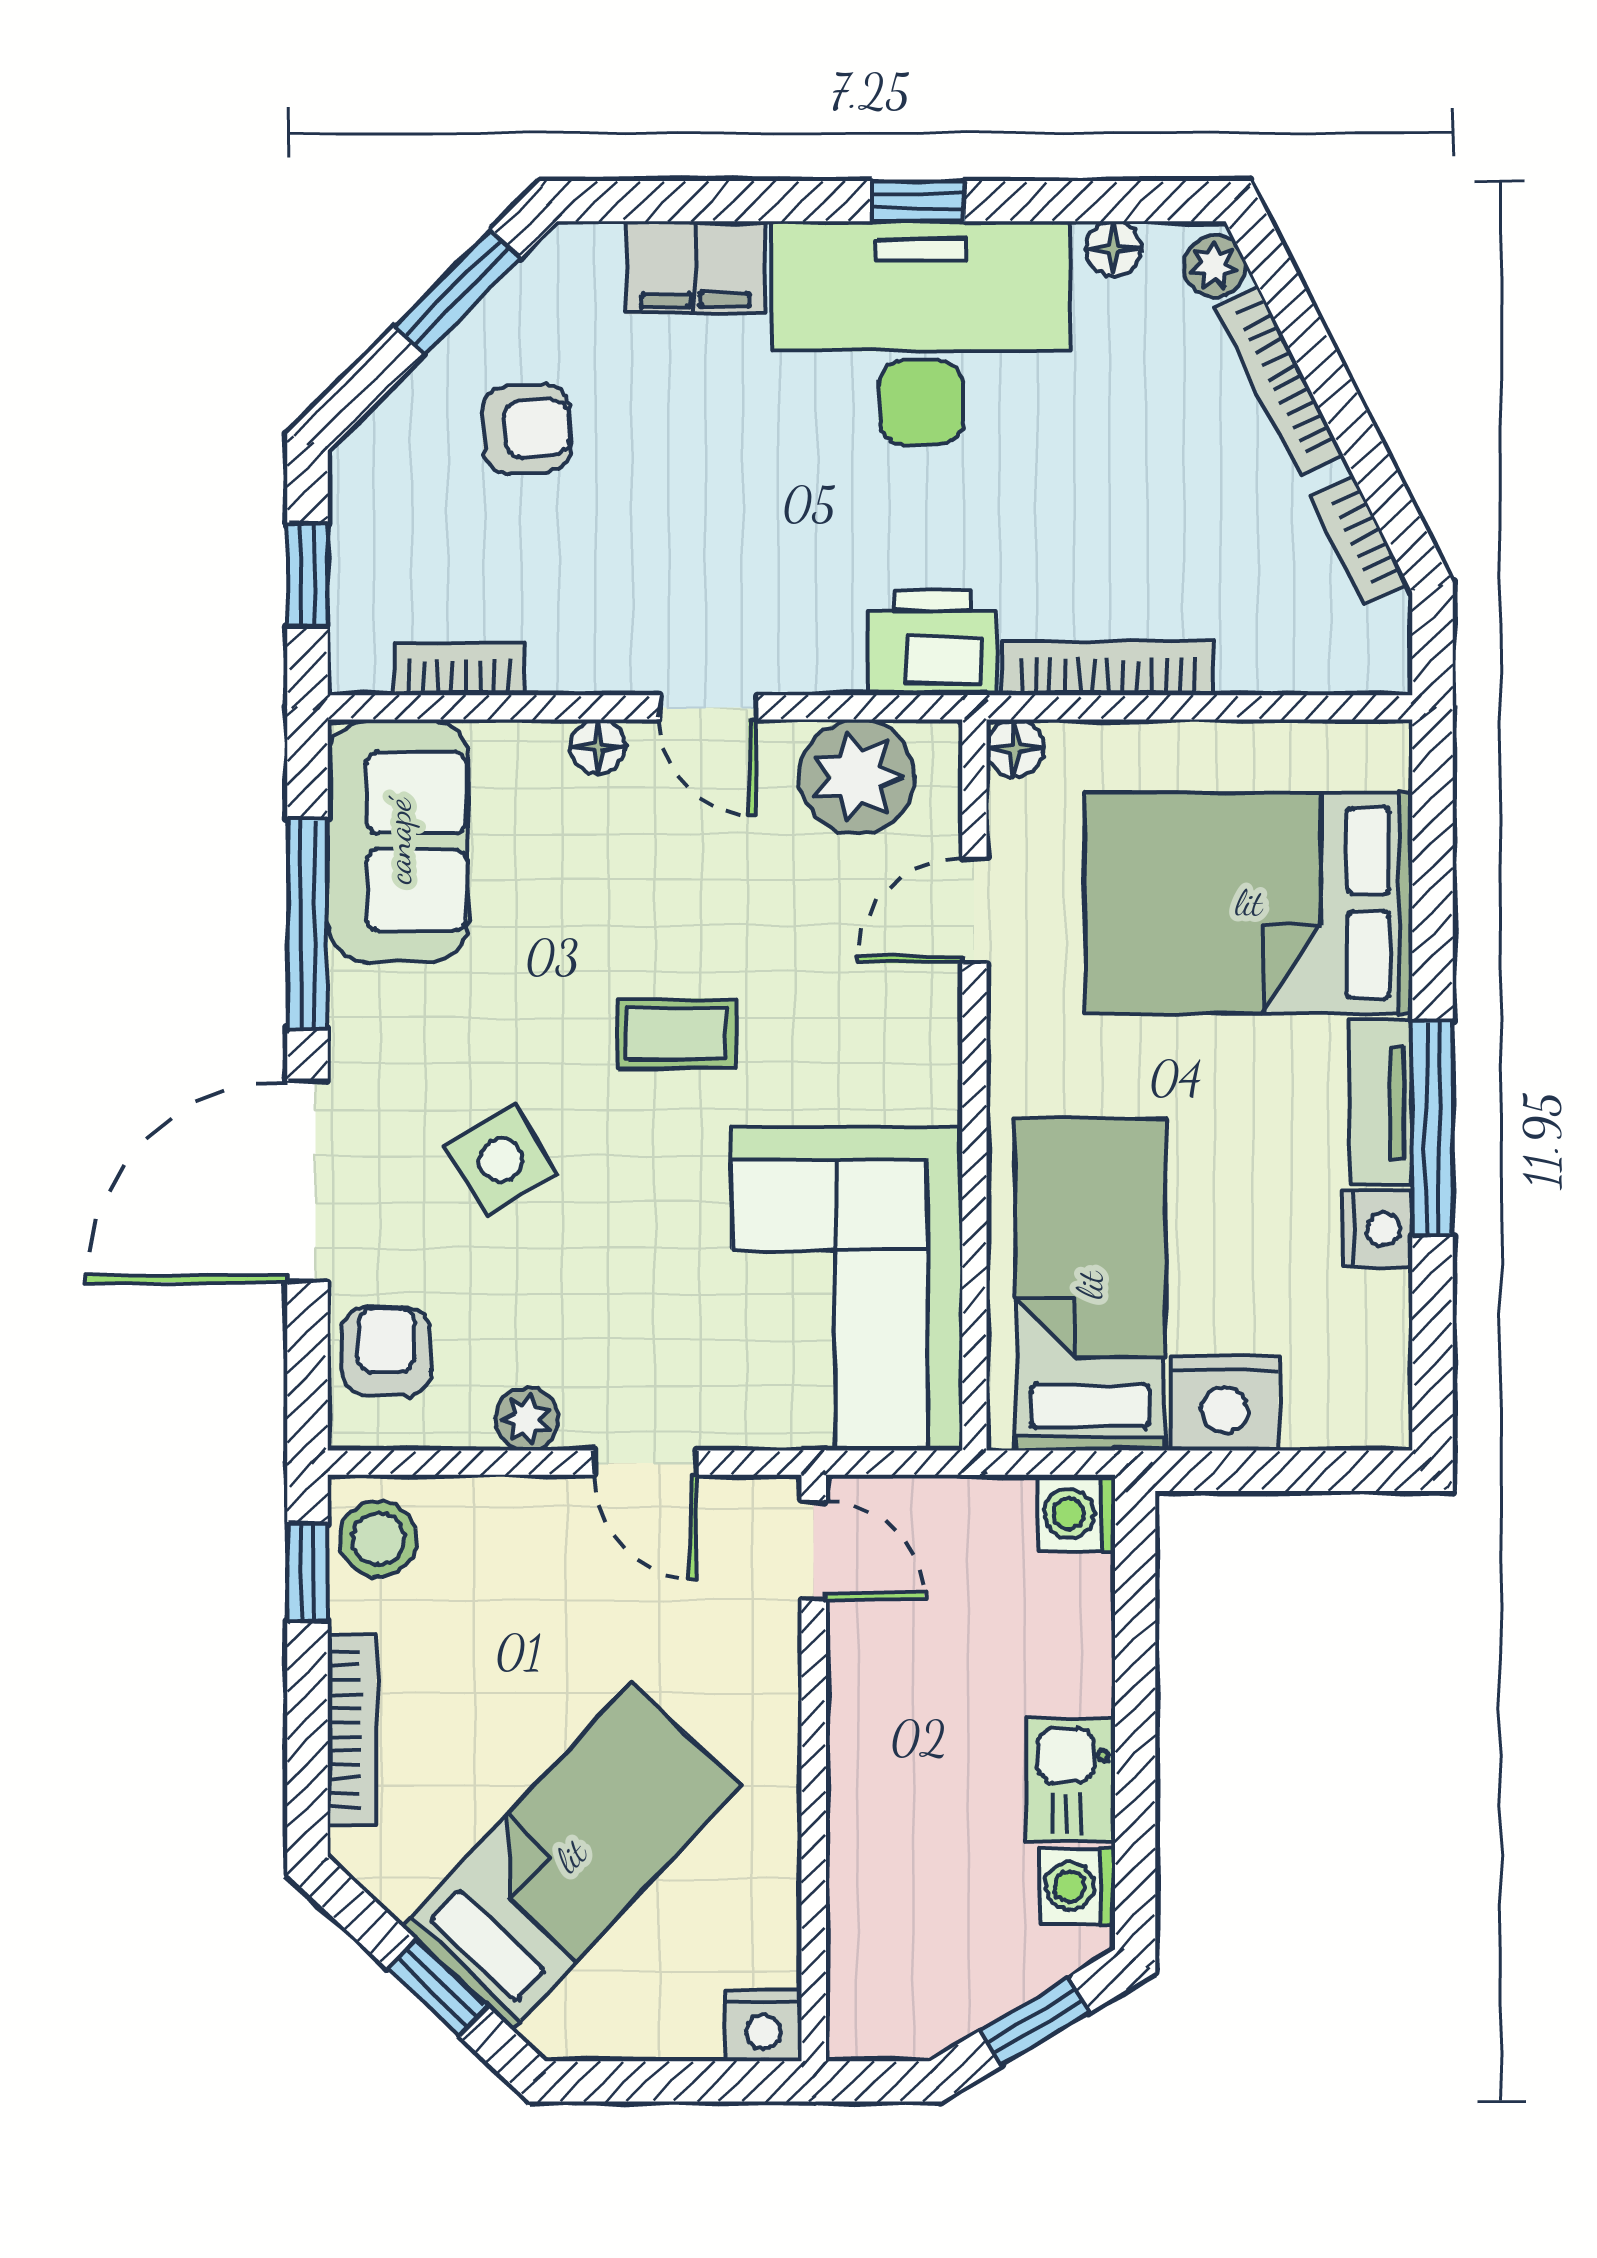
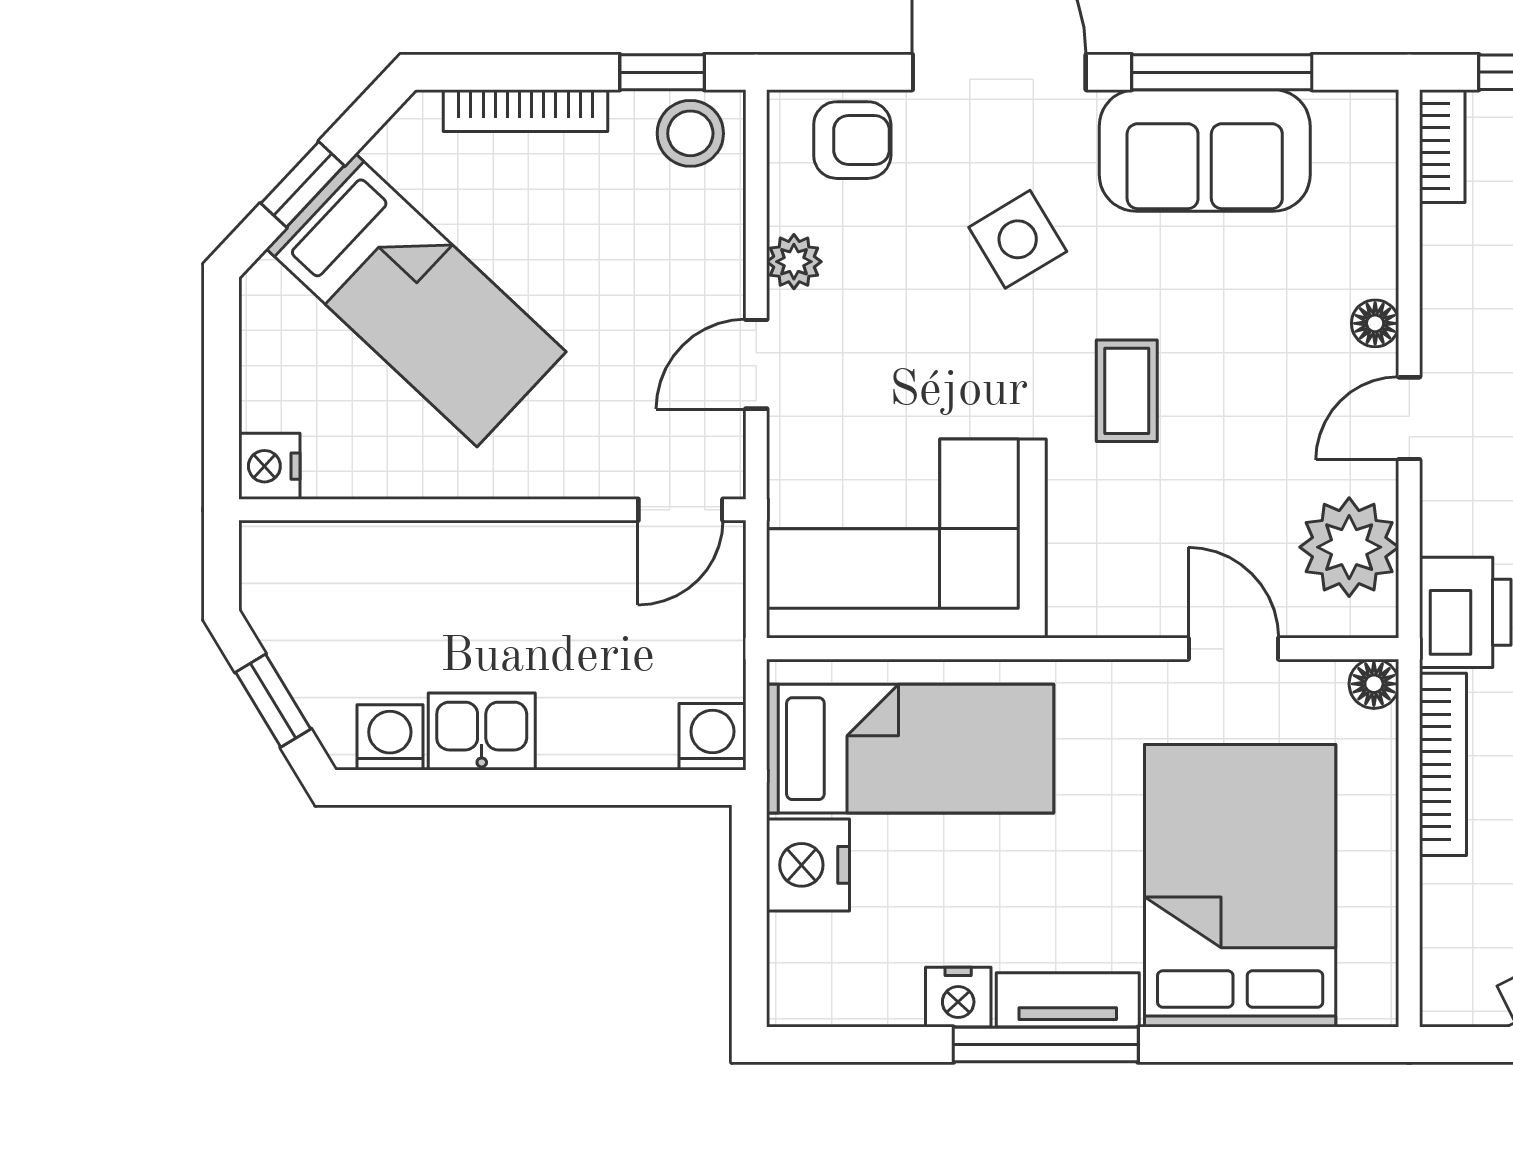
bookcase: (459, 669) -> (1442, 146), moved
sofa: (398, 841) -> (1205, 150), moved

